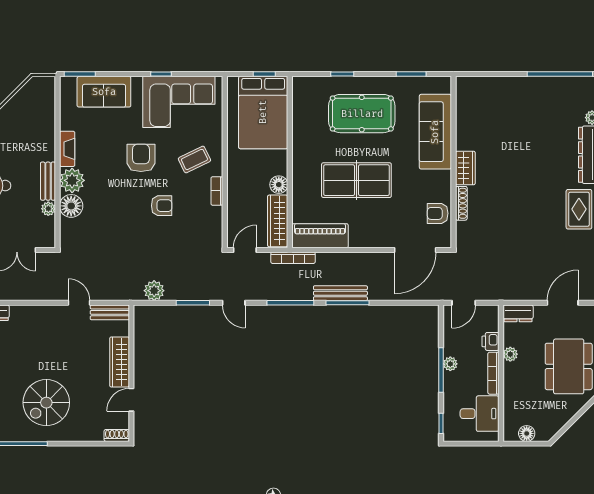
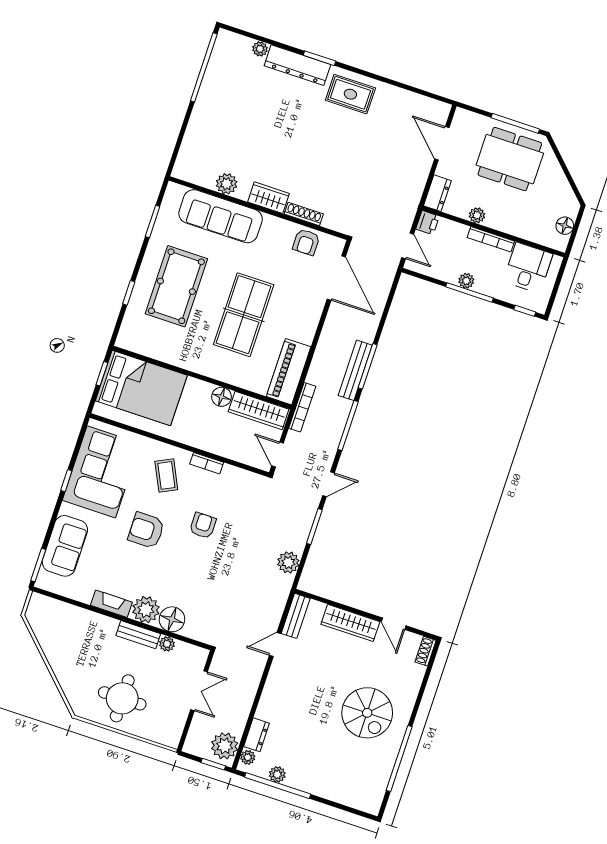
plant: (465, 128) -> (227, 184), added
printer: (490, 341) -> (428, 223), moved, turned -90

